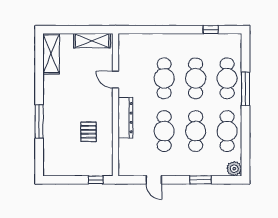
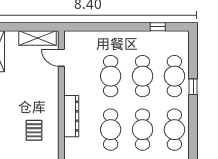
door: (116, 80) -> (61, 58), moved
window: (245, 89) -> (193, 87), width x0.46

